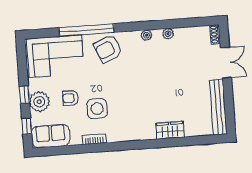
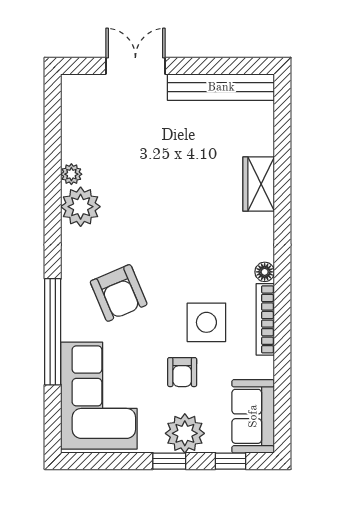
shoe rack: (215, 34) -> (79, 83), removed
plant: (147, 35) -> (81, 207), width x1.88, depth x1.88
armchair: (108, 49) -> (119, 293), moved
floor lamp: (125, 137) -> (265, 272), added
bookcase: (94, 139) -> (265, 319), width x1.56

